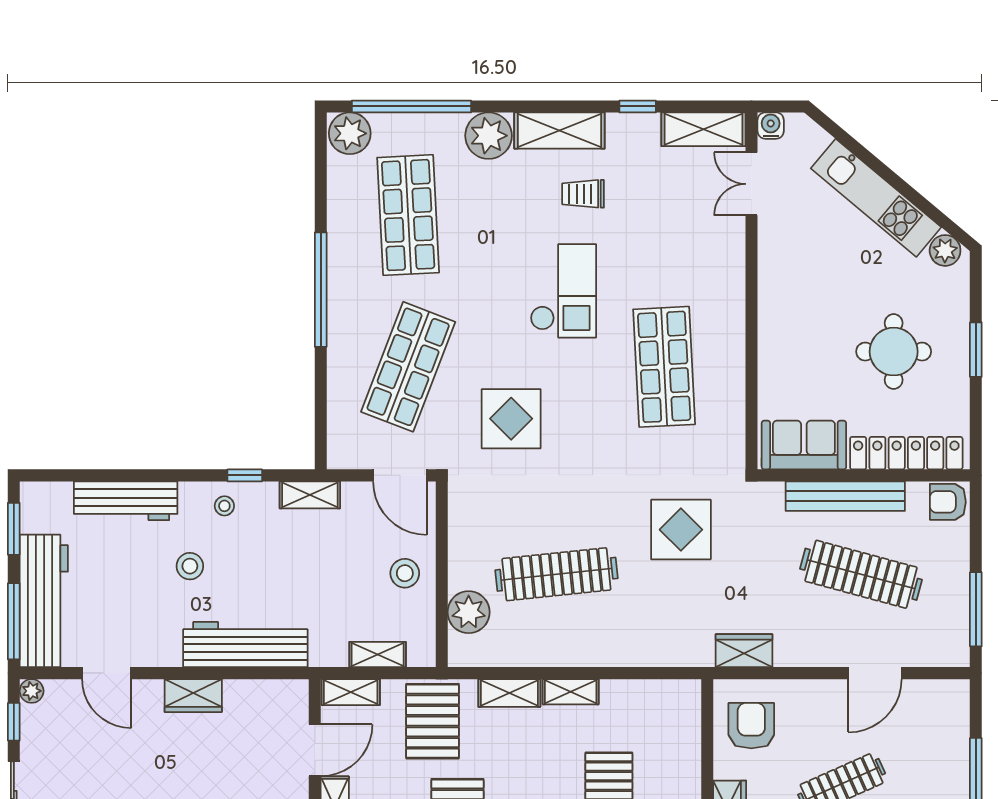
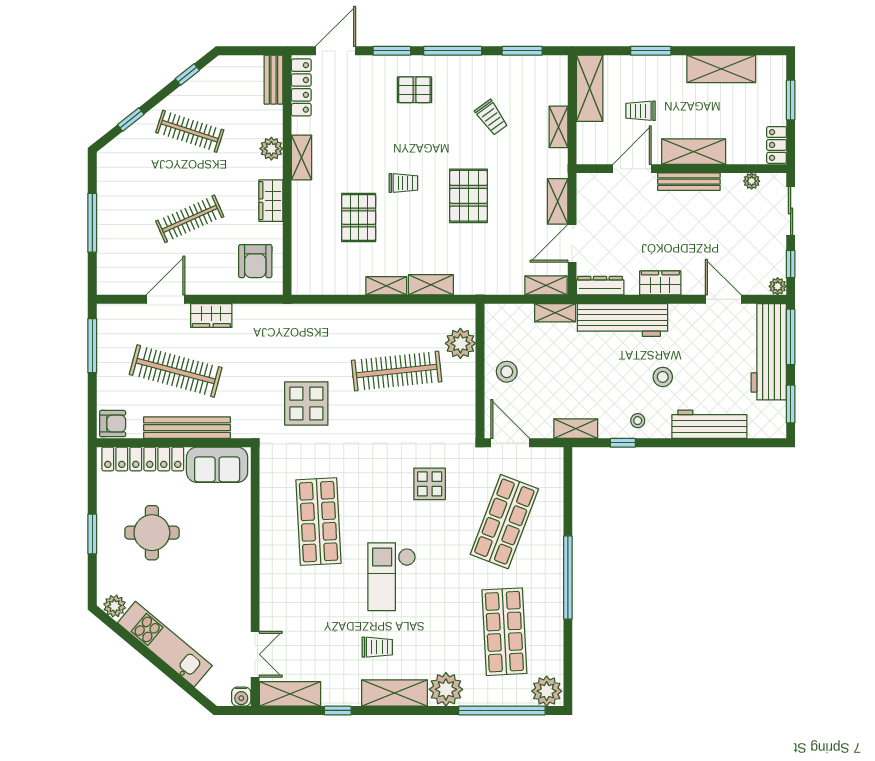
display table: (511, 419) -> (430, 484), width x0.73, depth x0.73
wardrobe: (744, 651) -> (211, 315), moved
shelving: (378, 654) -> (555, 313), moved
dresser: (276, 692) -> (600, 286), added
pallet: (432, 721) -> (487, 264), removed

